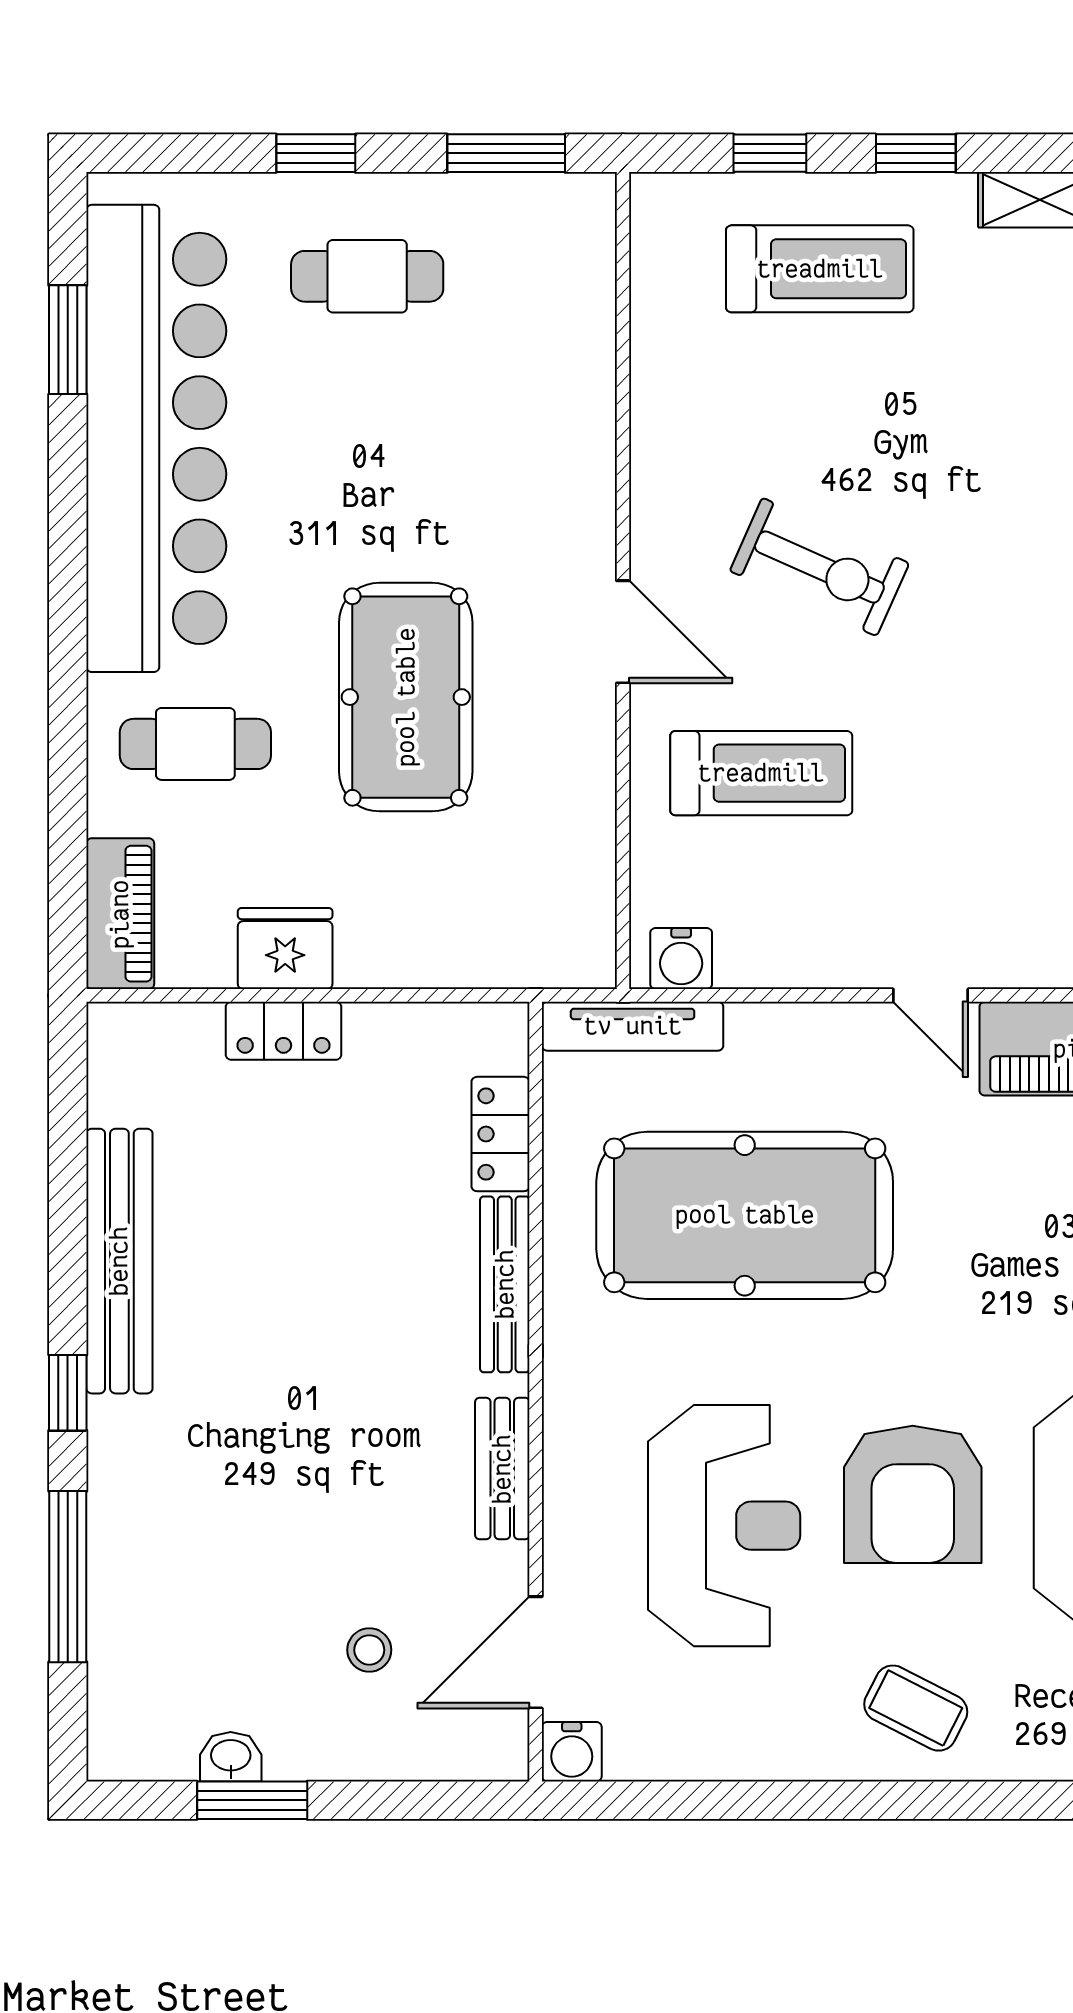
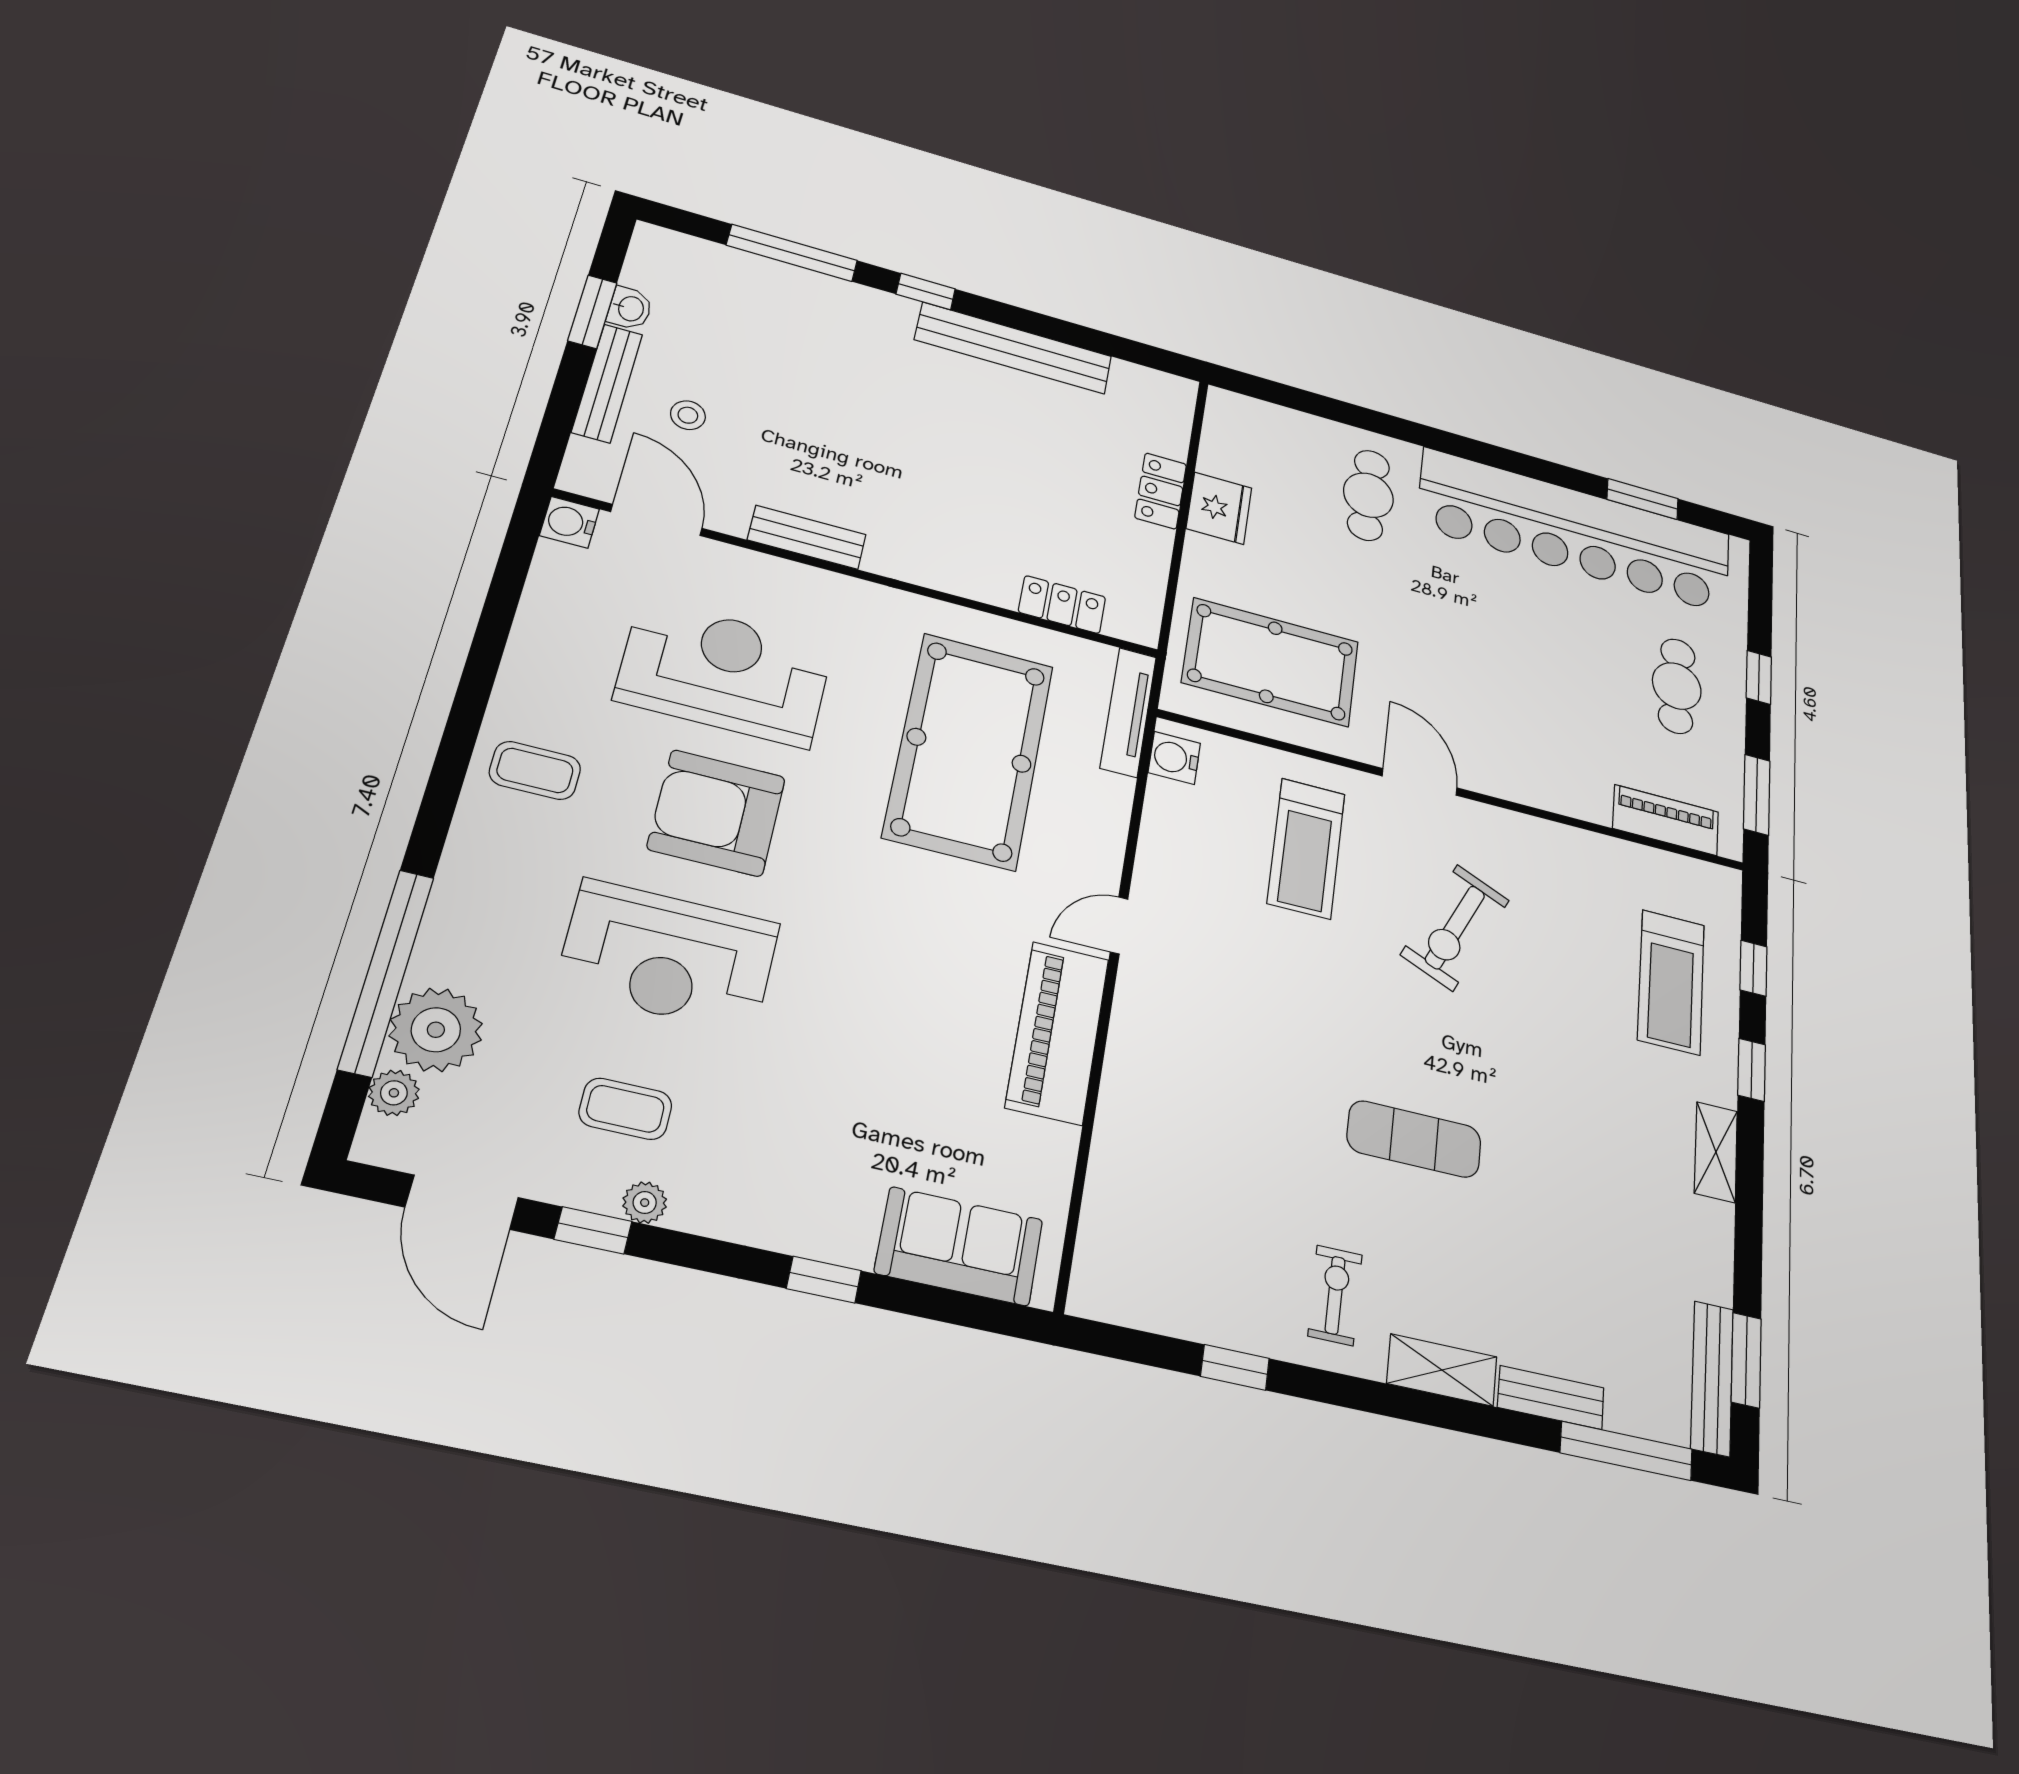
door: (623, 632) -> (1420, 782), swing flipped
pool table: (406, 697) -> (1271, 662), moved
piano: (120, 914) -> (1666, 820), moved, turned 180
bench: (505, 1284) -> (607, 383), moved, turned 90
reception desk: (724, 1526) -> (725, 673), turned 180
coffee table: (916, 1708) -> (535, 770), turned 63

